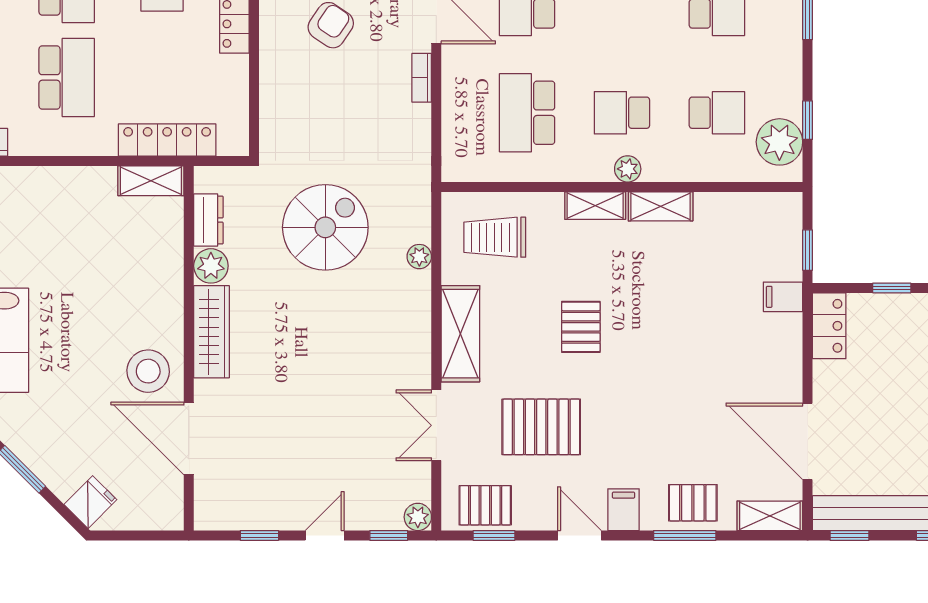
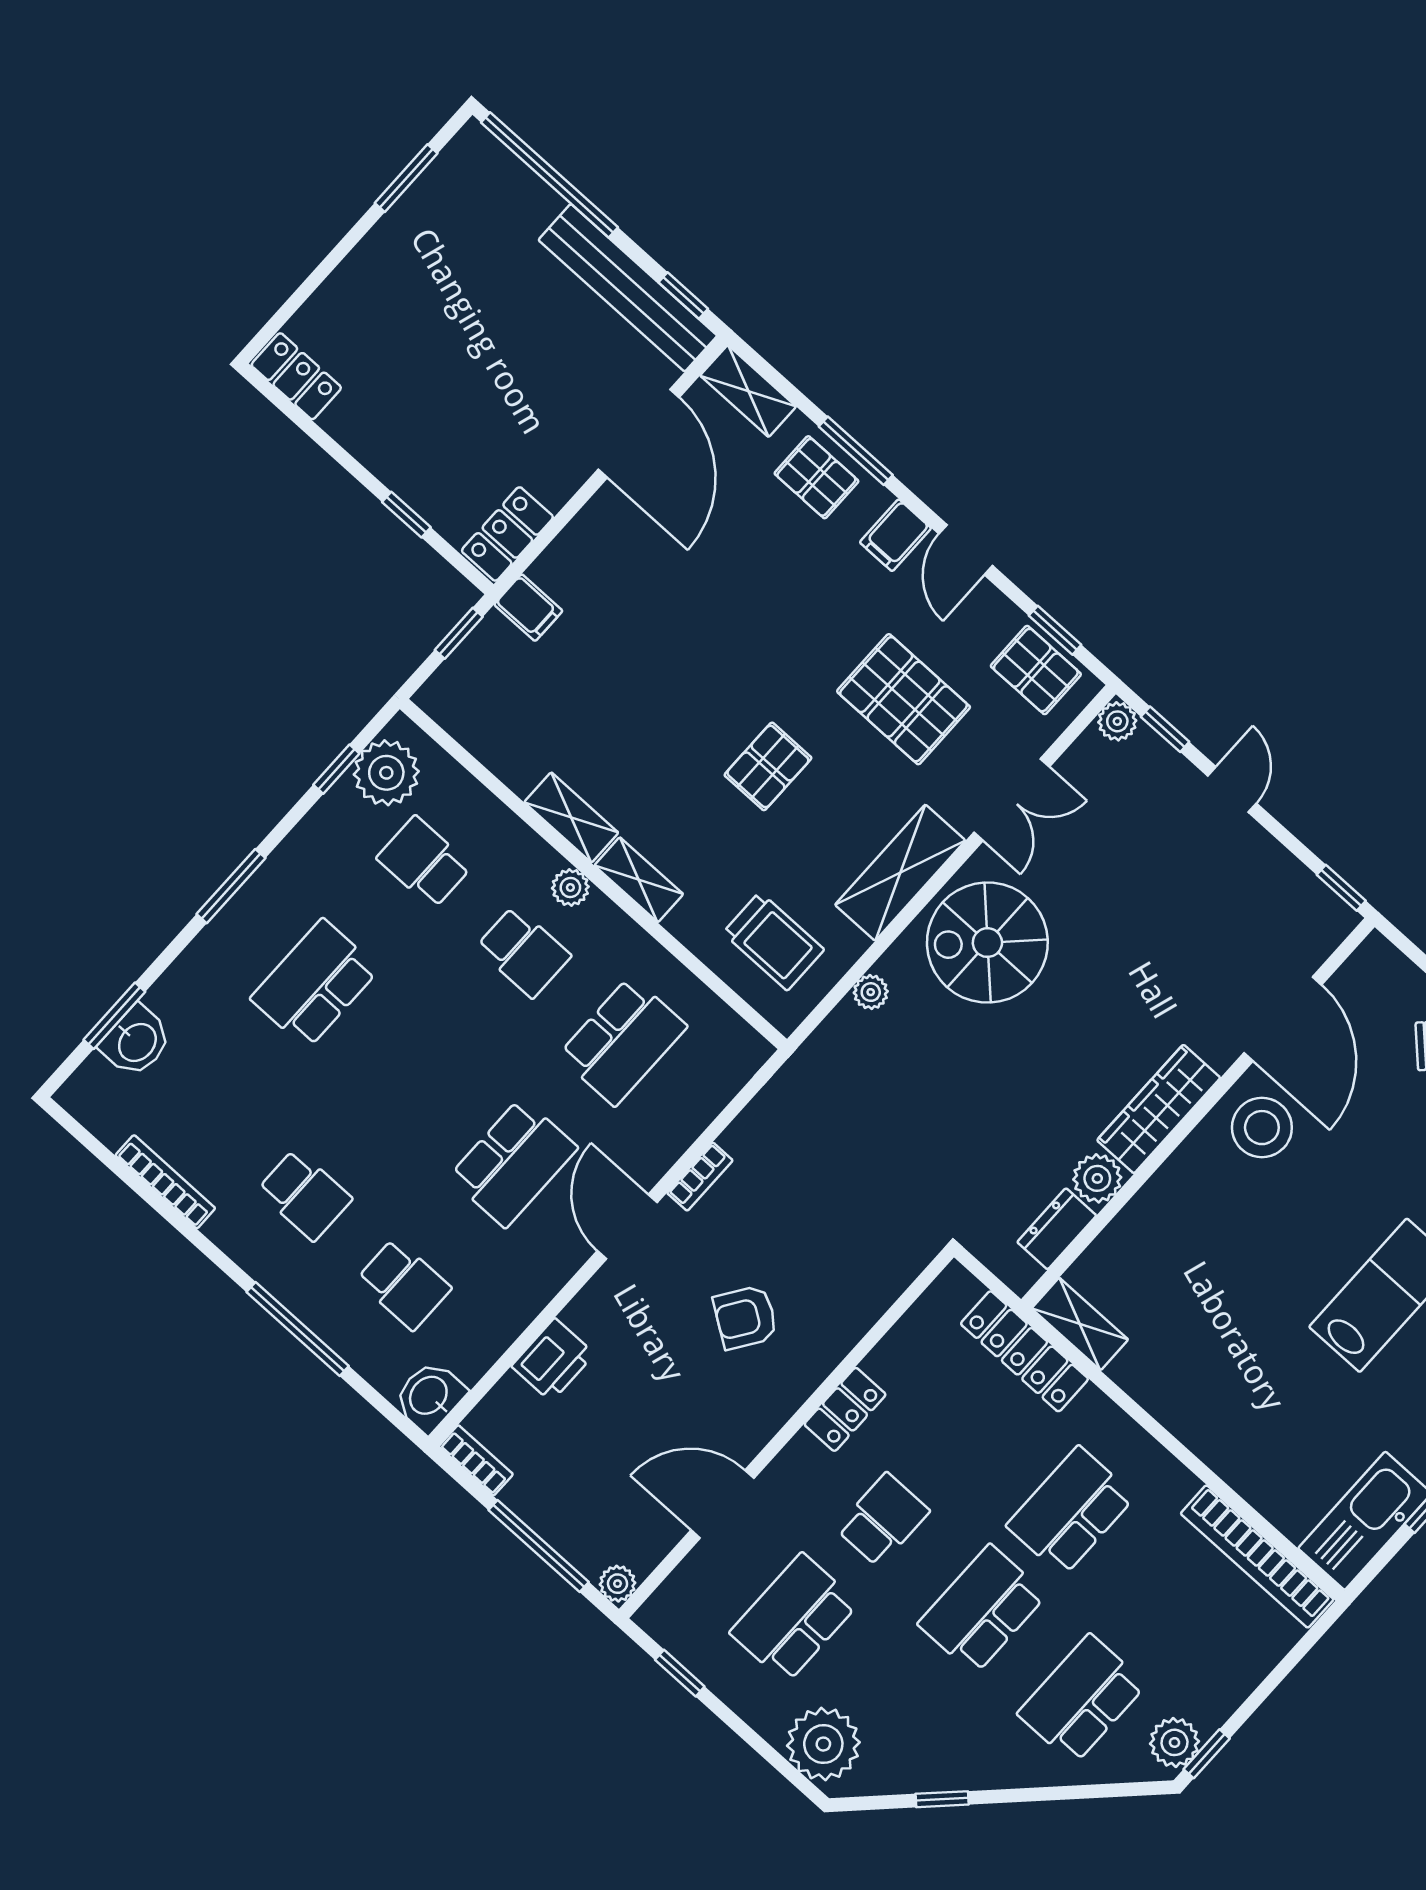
spiral stairs: (325, 227) -> (987, 943), moved
window: (259, 535) -> (1341, 888), moved
door: (325, 535) -> (1232, 790), swing flipped

